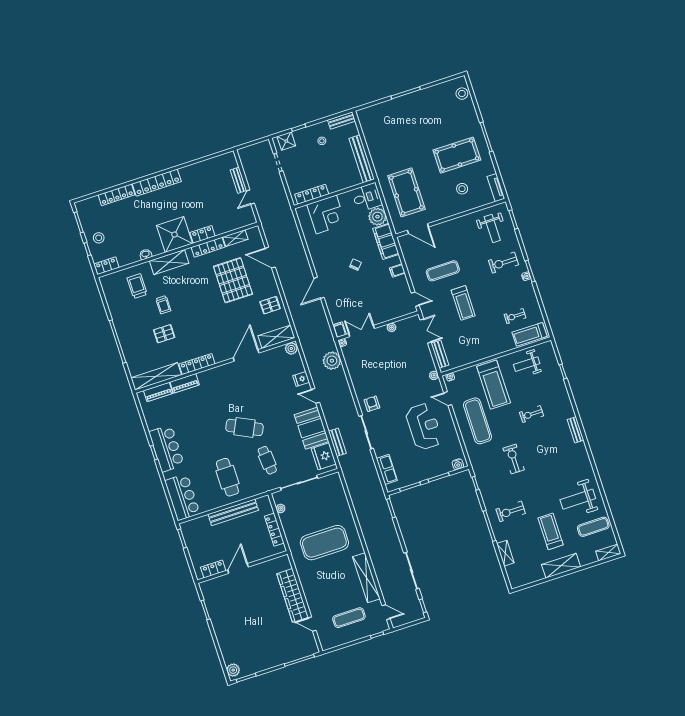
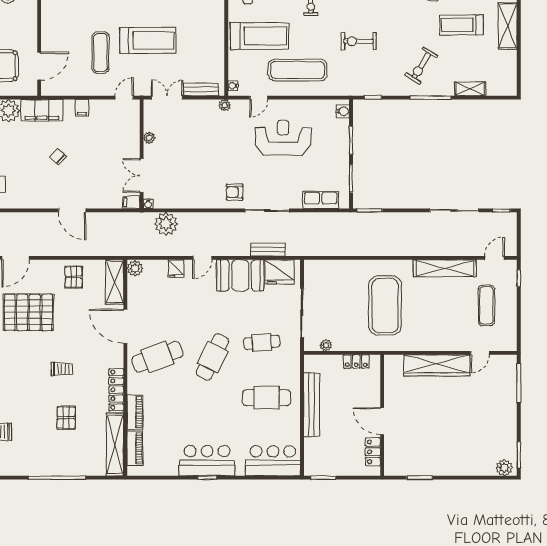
treadmill: (463, 303) -> (148, 40), width x1.37, depth x1.37
trolley: (163, 305) -> (62, 369), moved
cafe table: (231, 387) -> (157, 357), added
exercise bike: (511, 511) -> (421, 66), turned 32
locker: (274, 530) -> (356, 362), width x0.66

